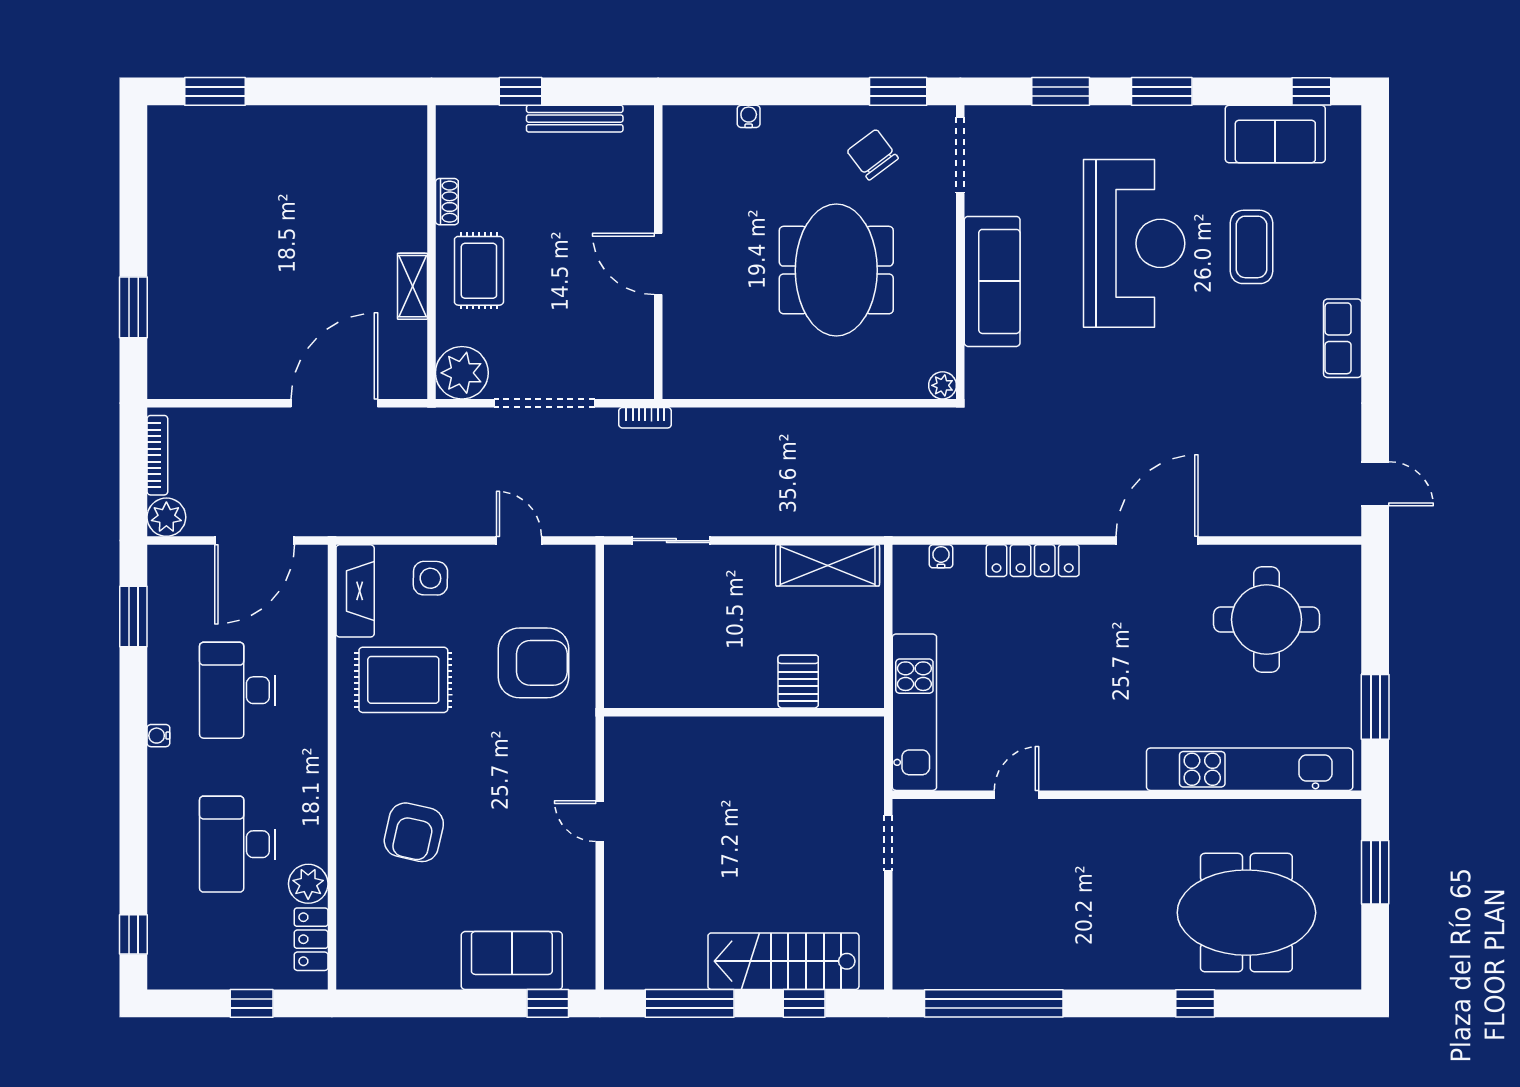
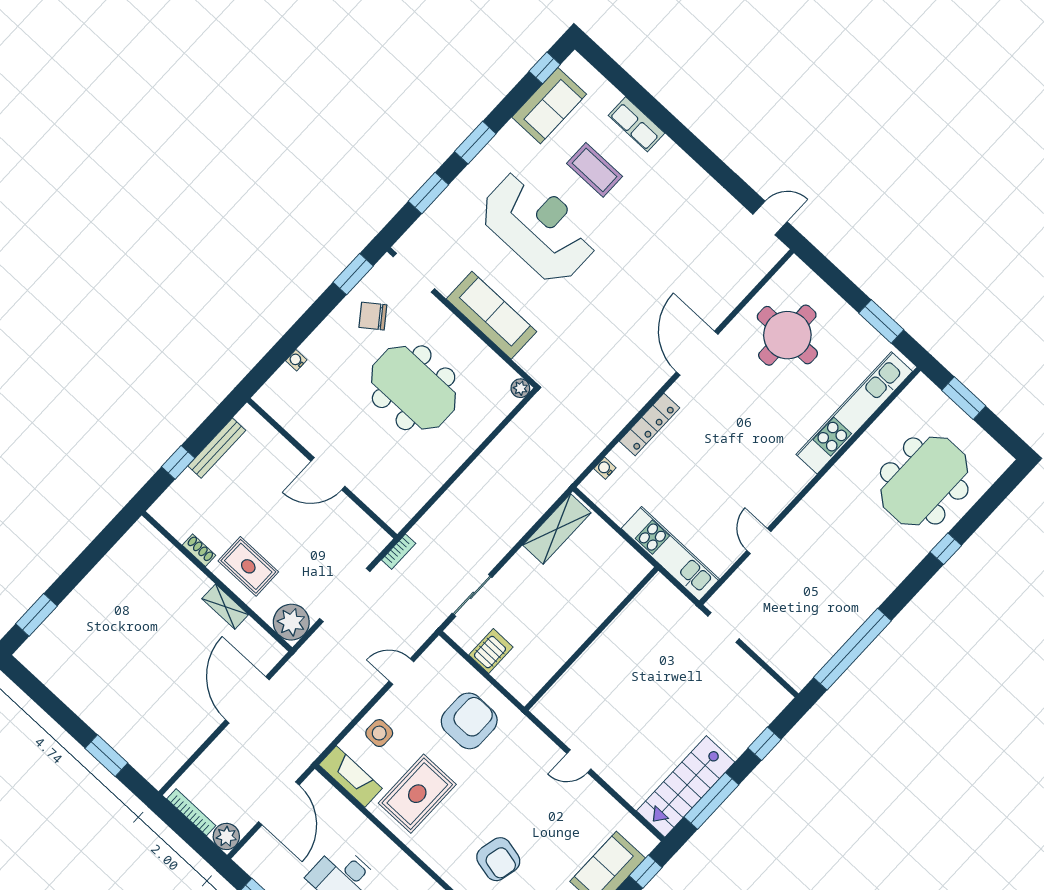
row of seats: (1343, 338) -> (636, 124), moved
server rack: (798, 682) -> (491, 651), moved, turned 90
stairs: (783, 961) -> (686, 786), moved

